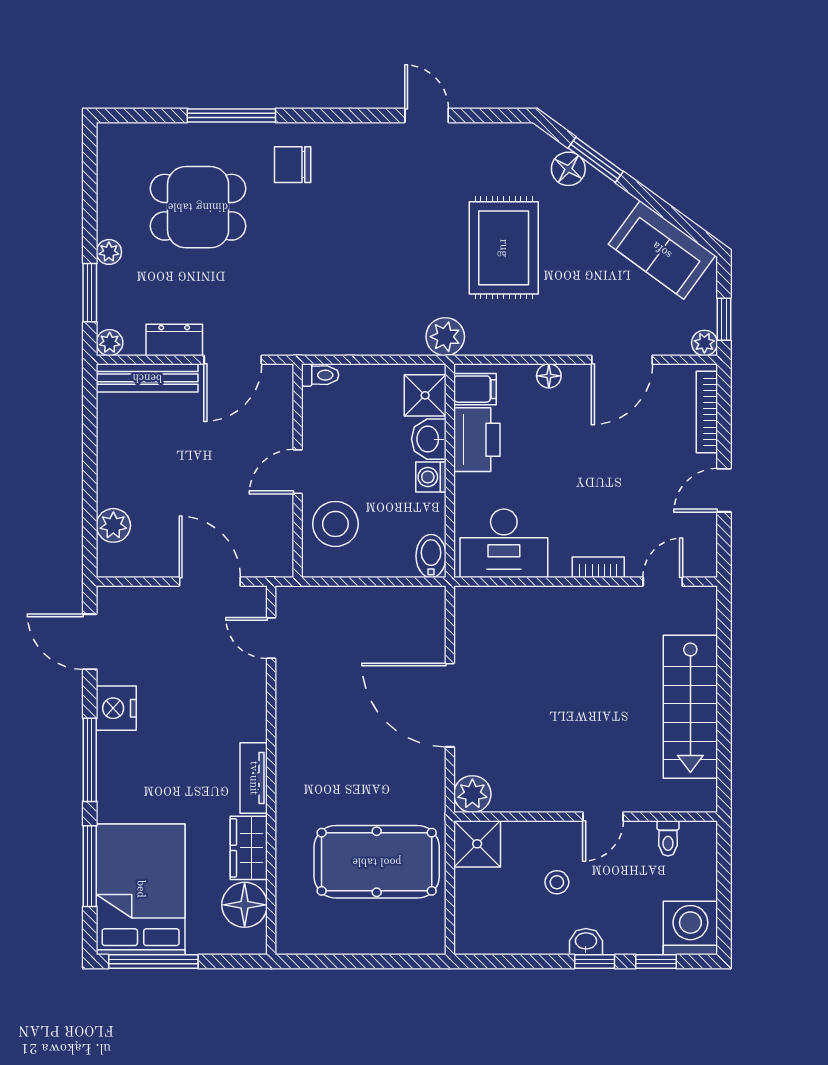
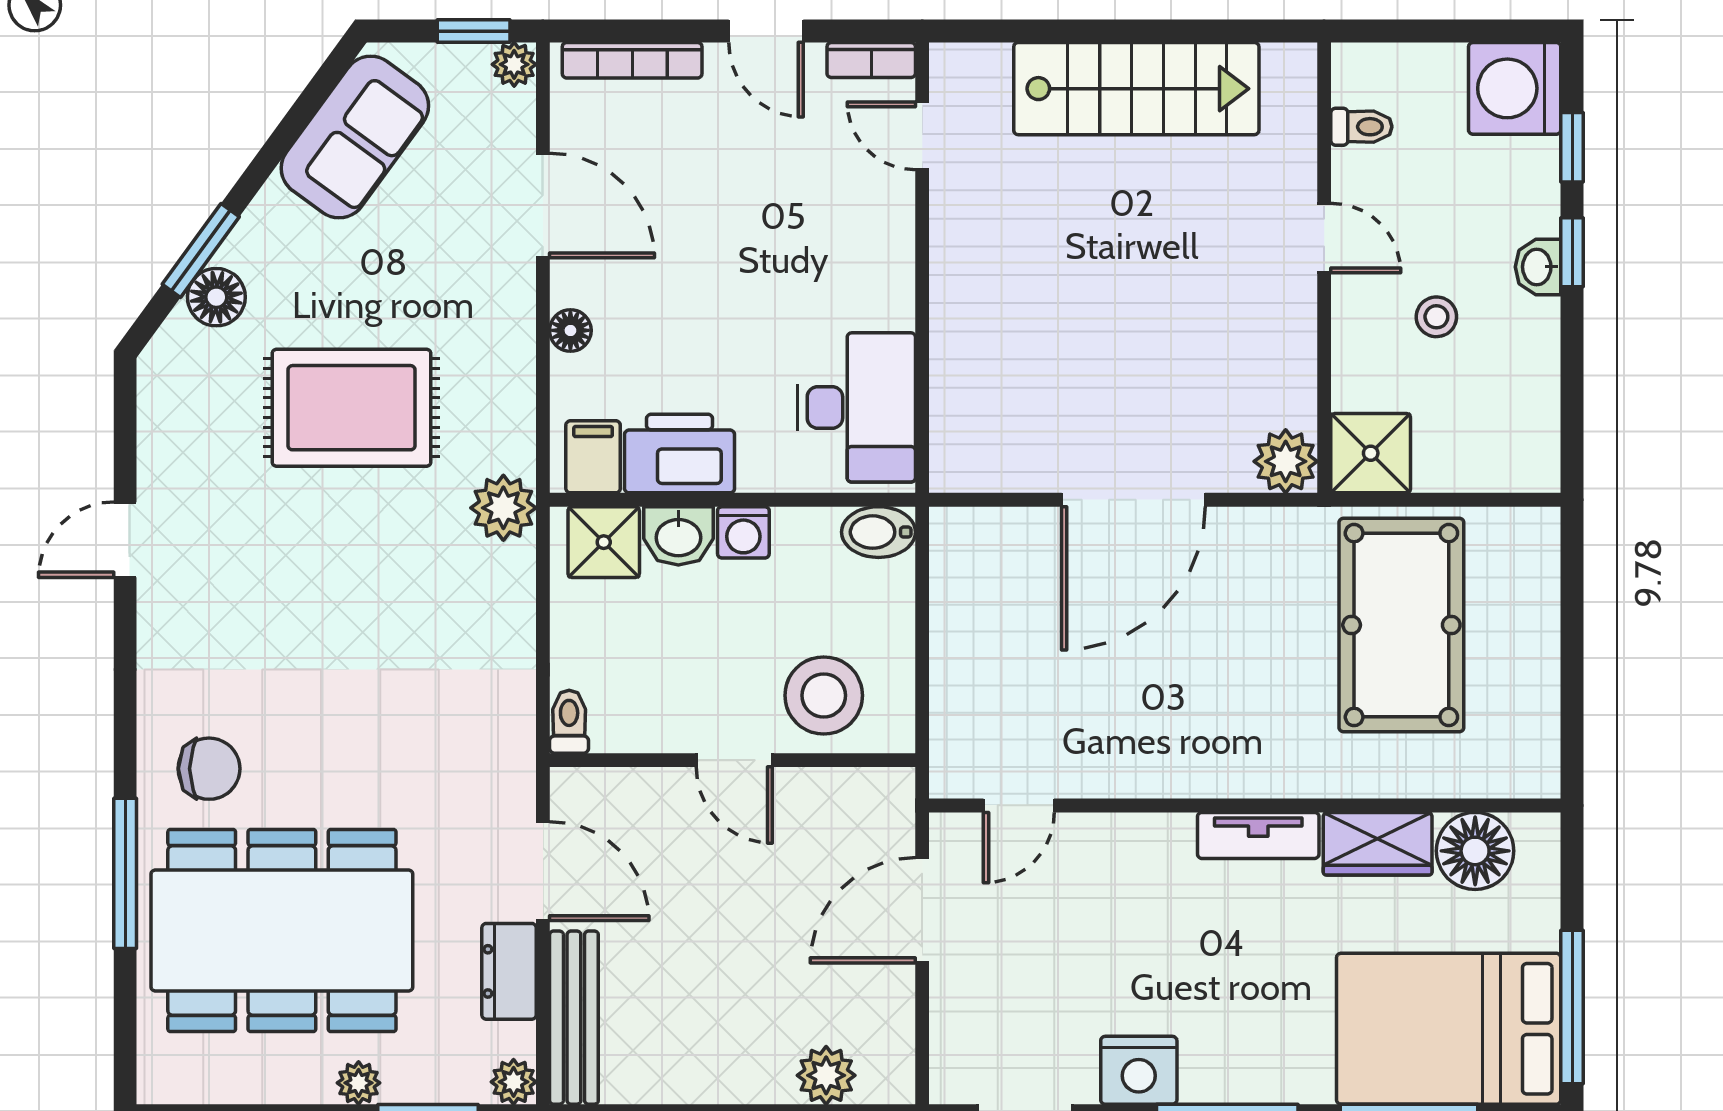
chair: (293, 165) -> (209, 769), turned -90
dining table: (198, 207) -> (282, 930), width x1.88, depth x1.24
bookcase: (598, 567) -> (871, 60), moved, turned -90

